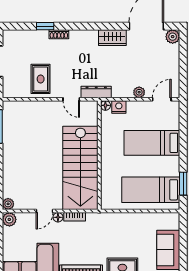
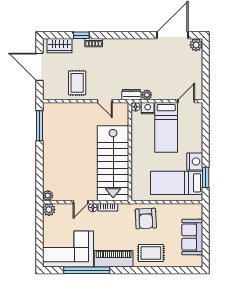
wardrobe: (112, 38) -> (60, 46), moved
dresser: (96, 92) -> (131, 95), width x0.70
plant: (139, 92) -> (147, 95), moved
bed: (152, 143) -> (166, 127), moved, turned -90
nightstand: (171, 166) -> (195, 161), added
armchair: (117, 229) -> (146, 219), added

